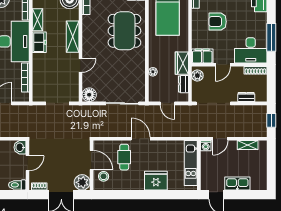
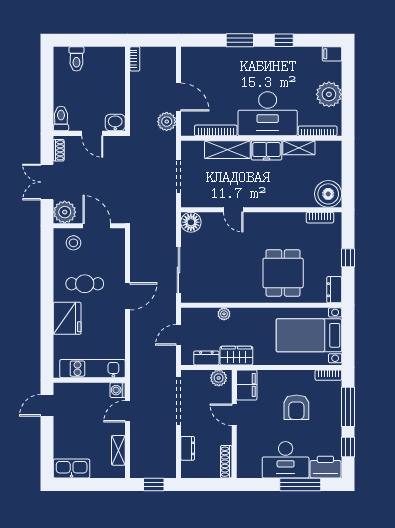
armchair: (218, 22) -> (296, 407), turned 180
dining table: (124, 31) -> (283, 273), width x0.73
shelving: (73, 37) -> (227, 150), moved
window: (271, 37) -> (300, 484), moved
desk: (251, 50) -> (286, 460), moved, turned -90
plant: (19, 112) -> (167, 122), added
door: (220, 139) -> (127, 411), hinge flipped
cafe table: (124, 157) -> (85, 284), moved
door: (92, 160) -> (97, 226), swing flipped
kitchen sink: (237, 184) -> (72, 469), moved, turned -90

